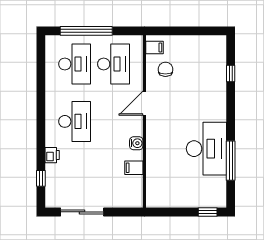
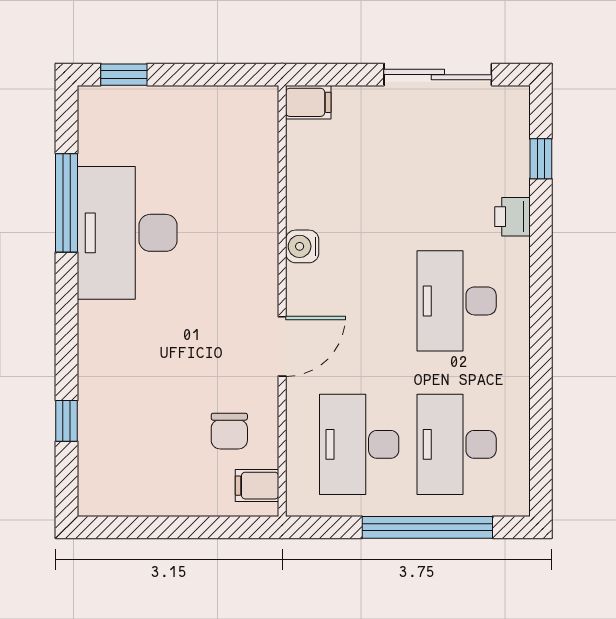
filing cabinet: (134, 168) -> (308, 102), moved

